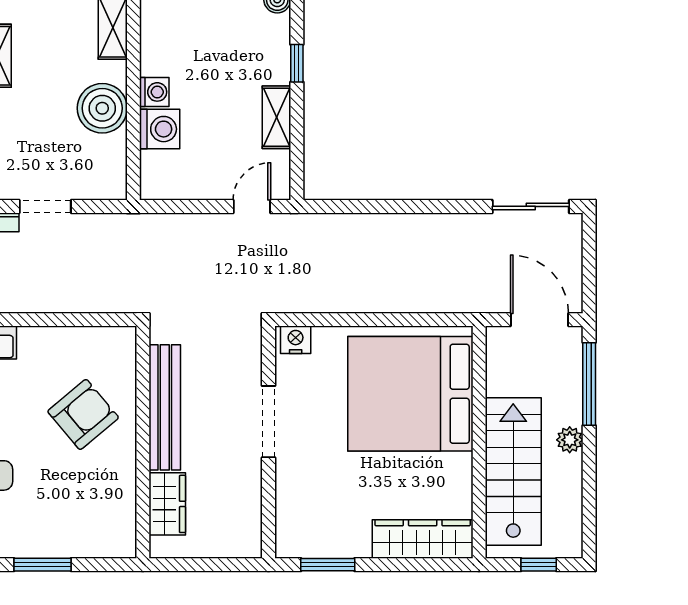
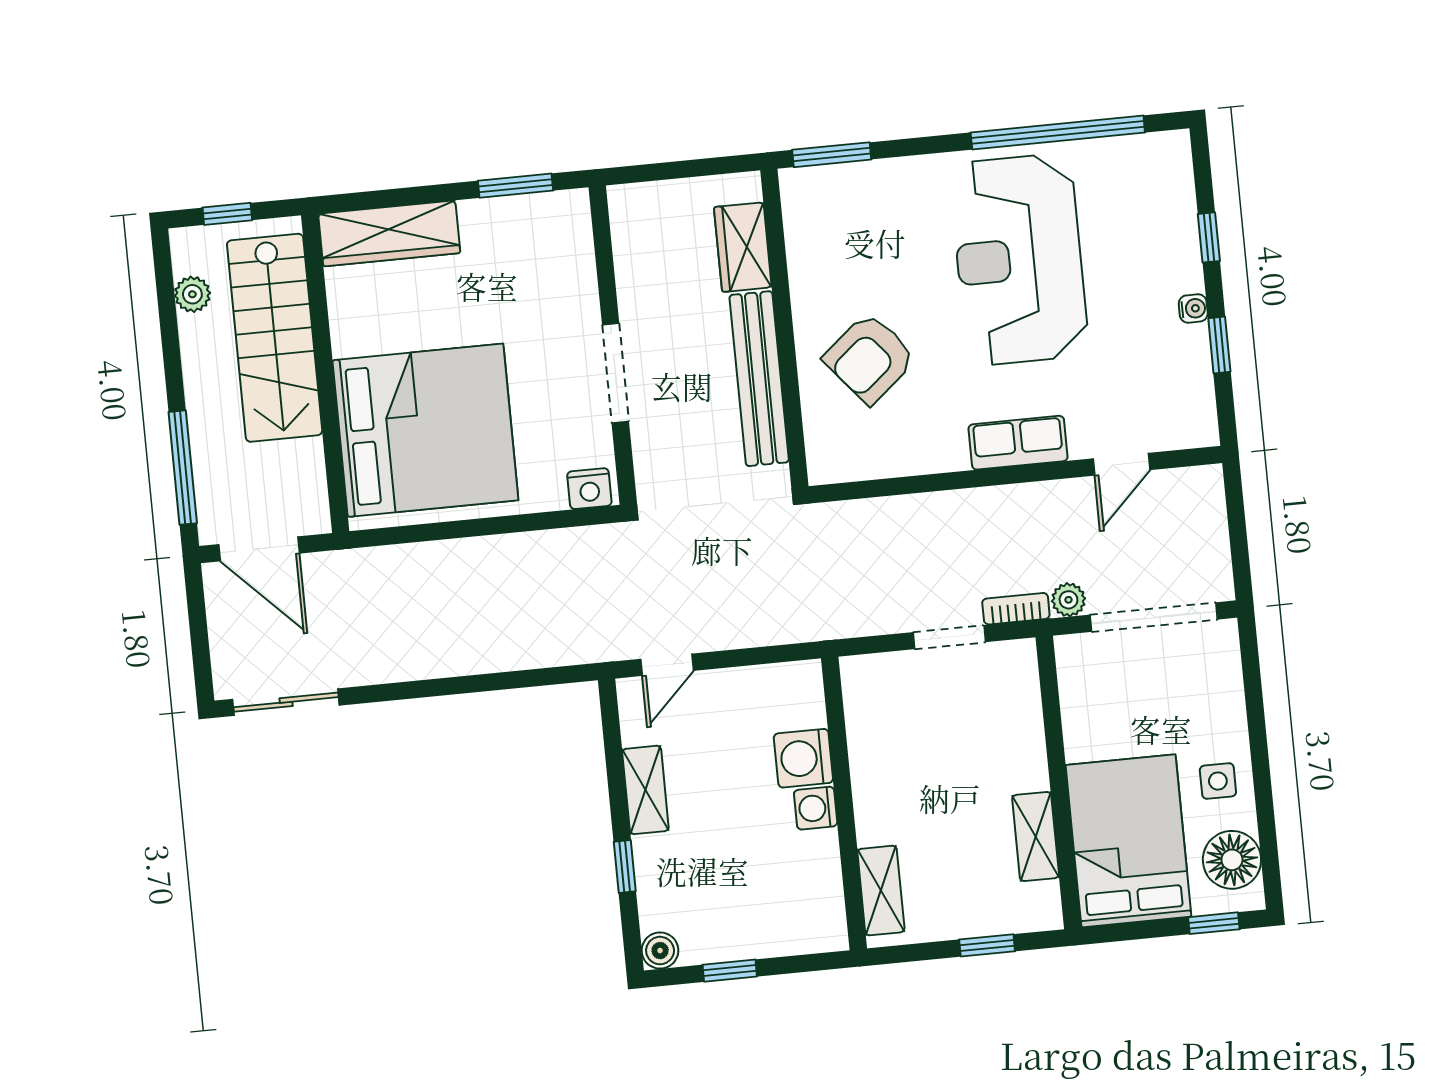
boiler: (102, 108) -> (885, 779), removed
plant: (570, 440) -> (192, 294), moved
window: (42, 565) -> (832, 155), moved

